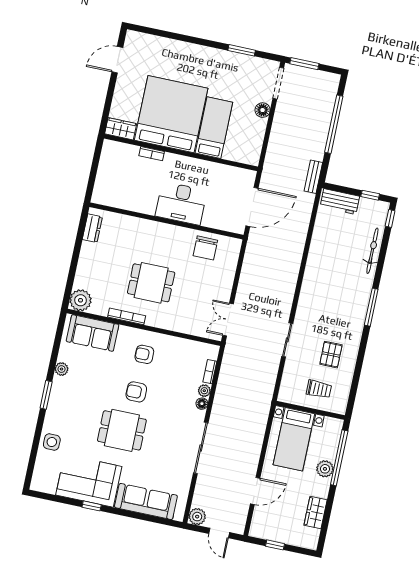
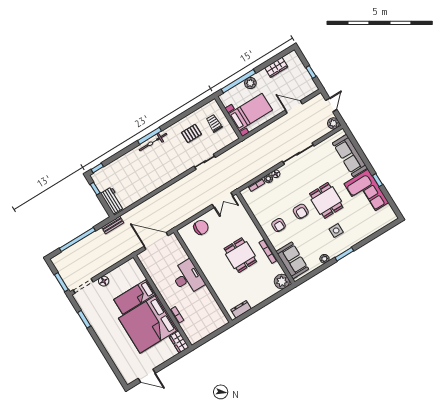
chair: (205, 248) -> (201, 227), moved
bicycle: (372, 251) -> (153, 142), moved
side table: (52, 442) -> (336, 231), moved

